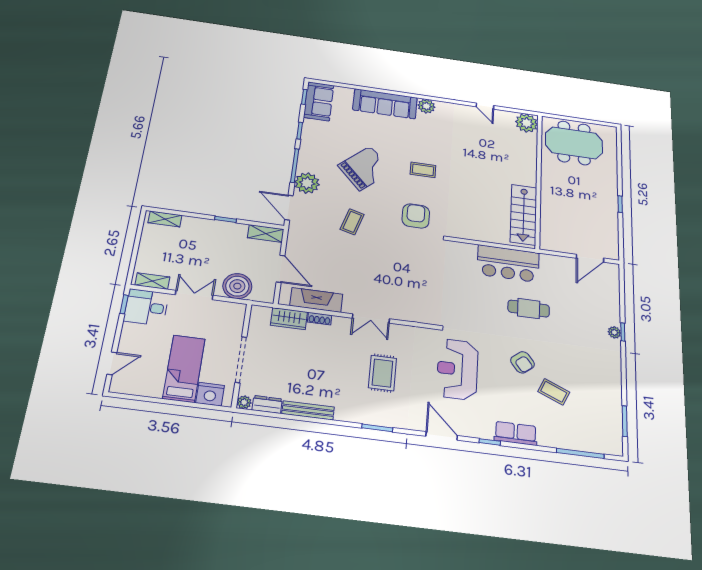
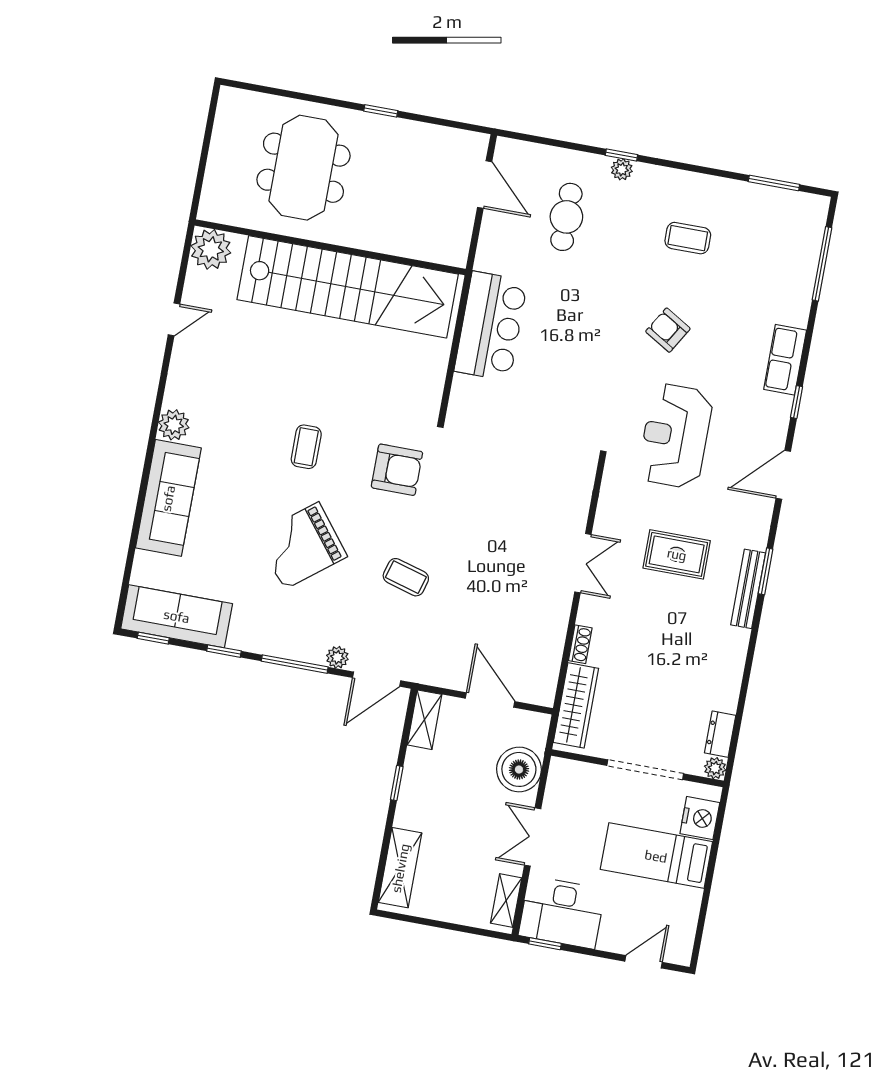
sofa: (319, 101) -> (177, 616), width x1.36
meeting table: (574, 143) -> (303, 168), moved
grand piano: (365, 168) -> (301, 546), turned -85
plant: (307, 183) -> (337, 657), width x0.53, depth x0.53
stairs: (524, 215) -> (348, 287), width x1.86, depth x1.51
armchair: (416, 216) -> (397, 470), turned 180
shelving: (165, 219) -> (400, 868), width x1.50, depth x1.33
door: (280, 269) -> (490, 700), hinge flipped
fireplace: (316, 300) -> (547, 647), removed
desk: (146, 307) -> (562, 912), width x1.37
cafe table: (529, 309) -> (566, 217), moved
wardrobe: (289, 319) -> (576, 705), width x1.50
armchair: (522, 362) -> (668, 330), turned -111
door: (112, 363) -> (643, 962), hinge flipped
reception desk: (457, 369) -> (675, 436), turned 90
coffee table: (554, 392) -> (688, 238), moved, turned 66
bench: (308, 410) -> (748, 589), moved

